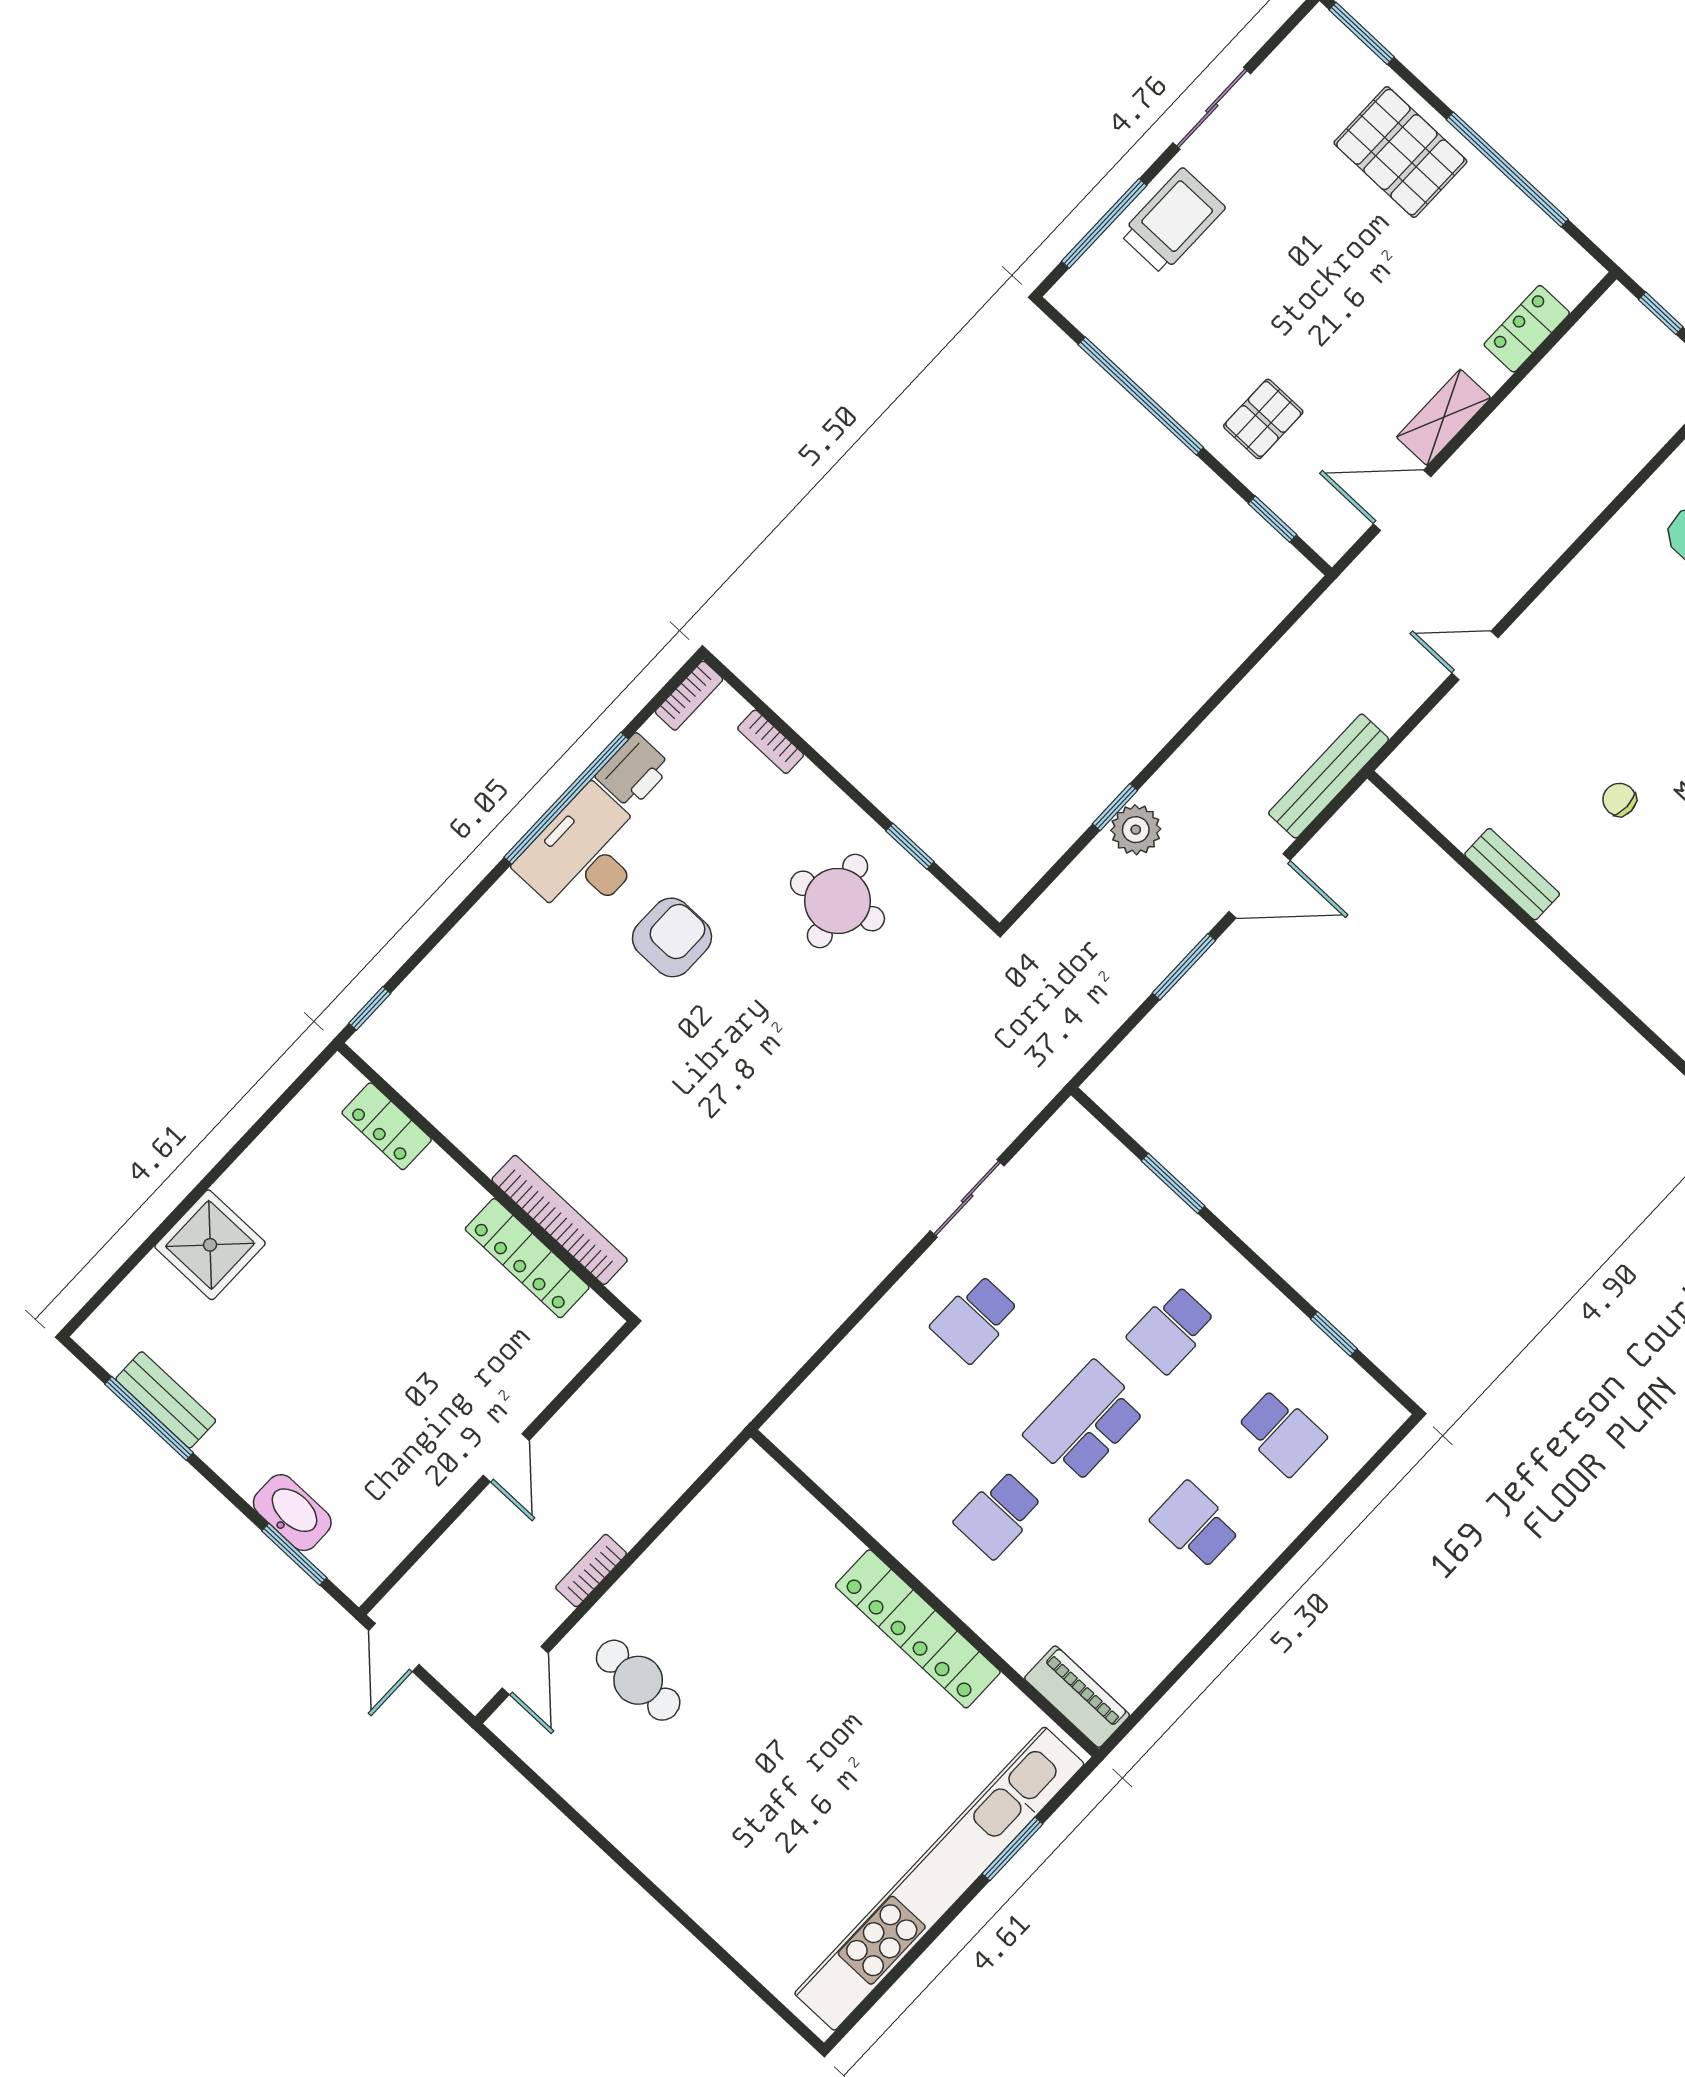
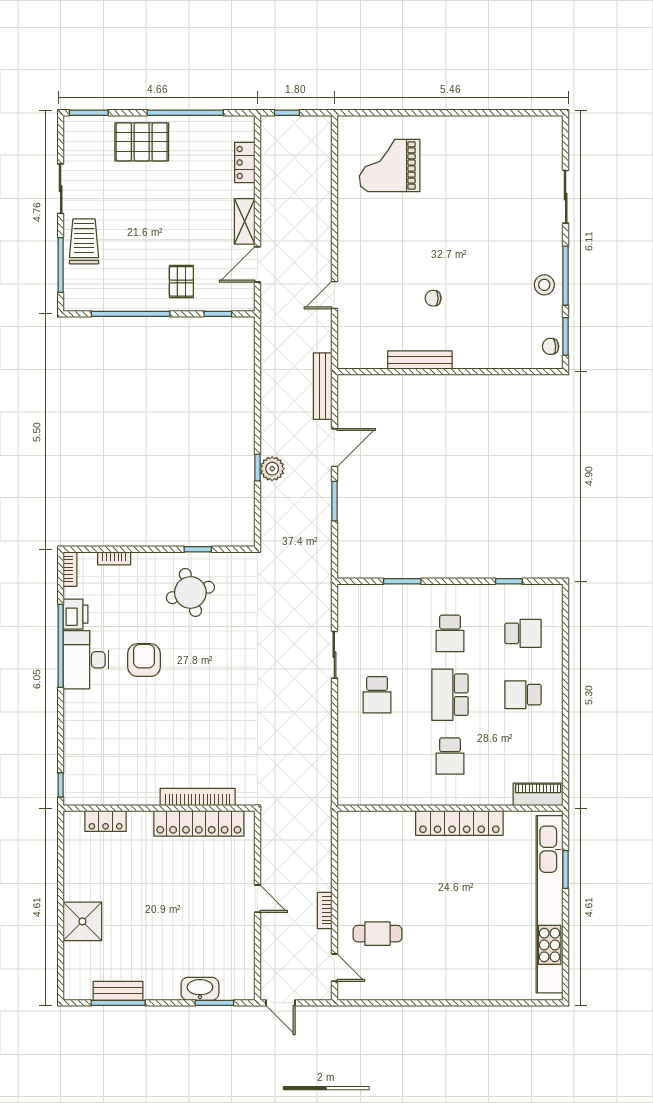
bench: (1512, 874) -> (420, 360), width x1.36
locker: (527, 1258) -> (199, 823), width x1.41, depth x1.21

